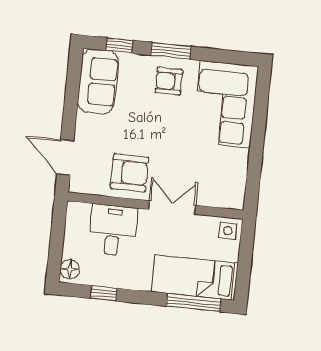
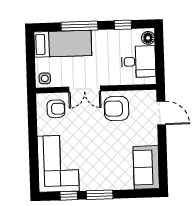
window: (119, 45) -> (69, 196), moved
armchair: (169, 81) -> (56, 109), moved
desk: (113, 230) -> (139, 62), moved, turned -90
window: (194, 303) -> (79, 26), moved

